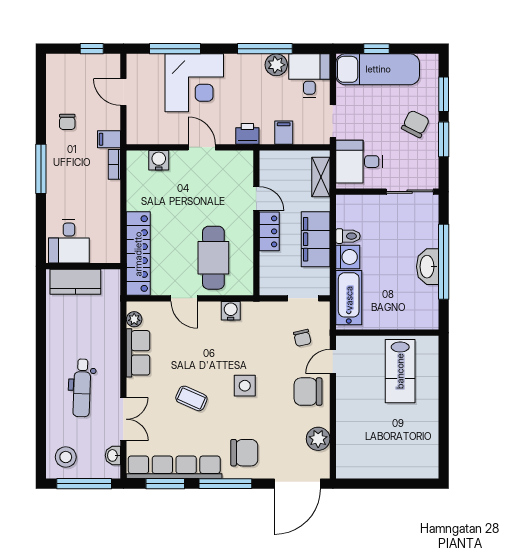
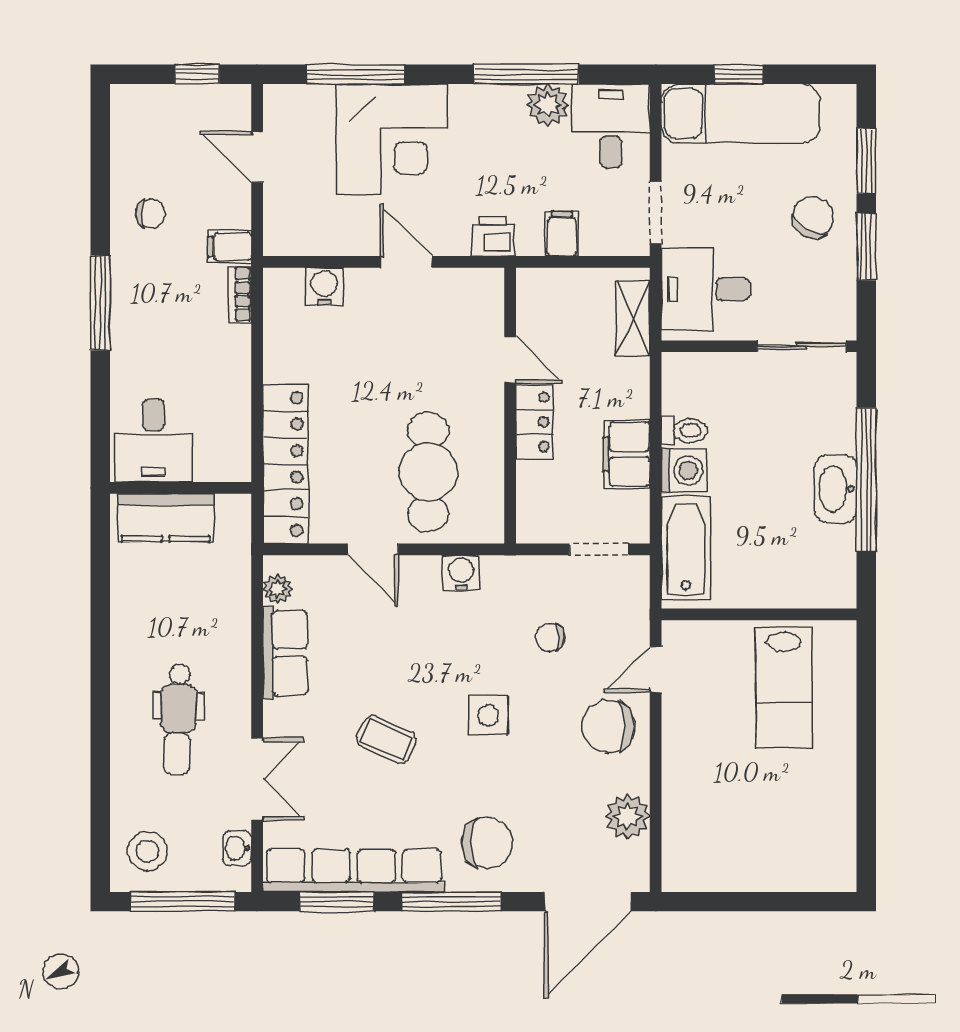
chair: (67, 122) -> (150, 214), turned -90
filing cabinet: (316, 239) -> (627, 454), width x0.67, depth x0.86
chair: (302, 338) -> (550, 637), moved, turned 103

